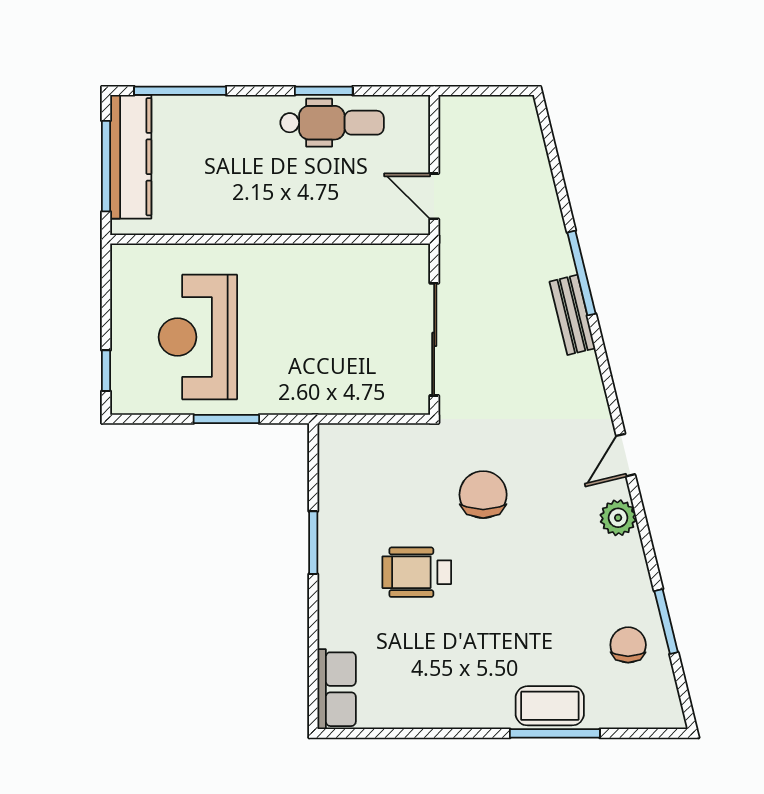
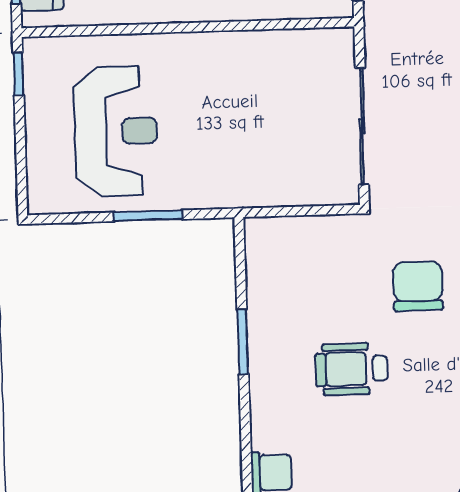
reception desk: (198, 337) -> (116, 131), turned 180
window: (106, 371) -> (18, 74), moved

